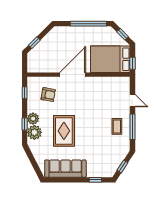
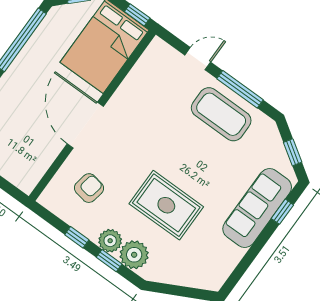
window: (25, 93) -> (77, 237), moved
coffee table: (117, 126) -> (221, 114), width x1.86, depth x1.72
sofa: (65, 169) -> (257, 208), moved

